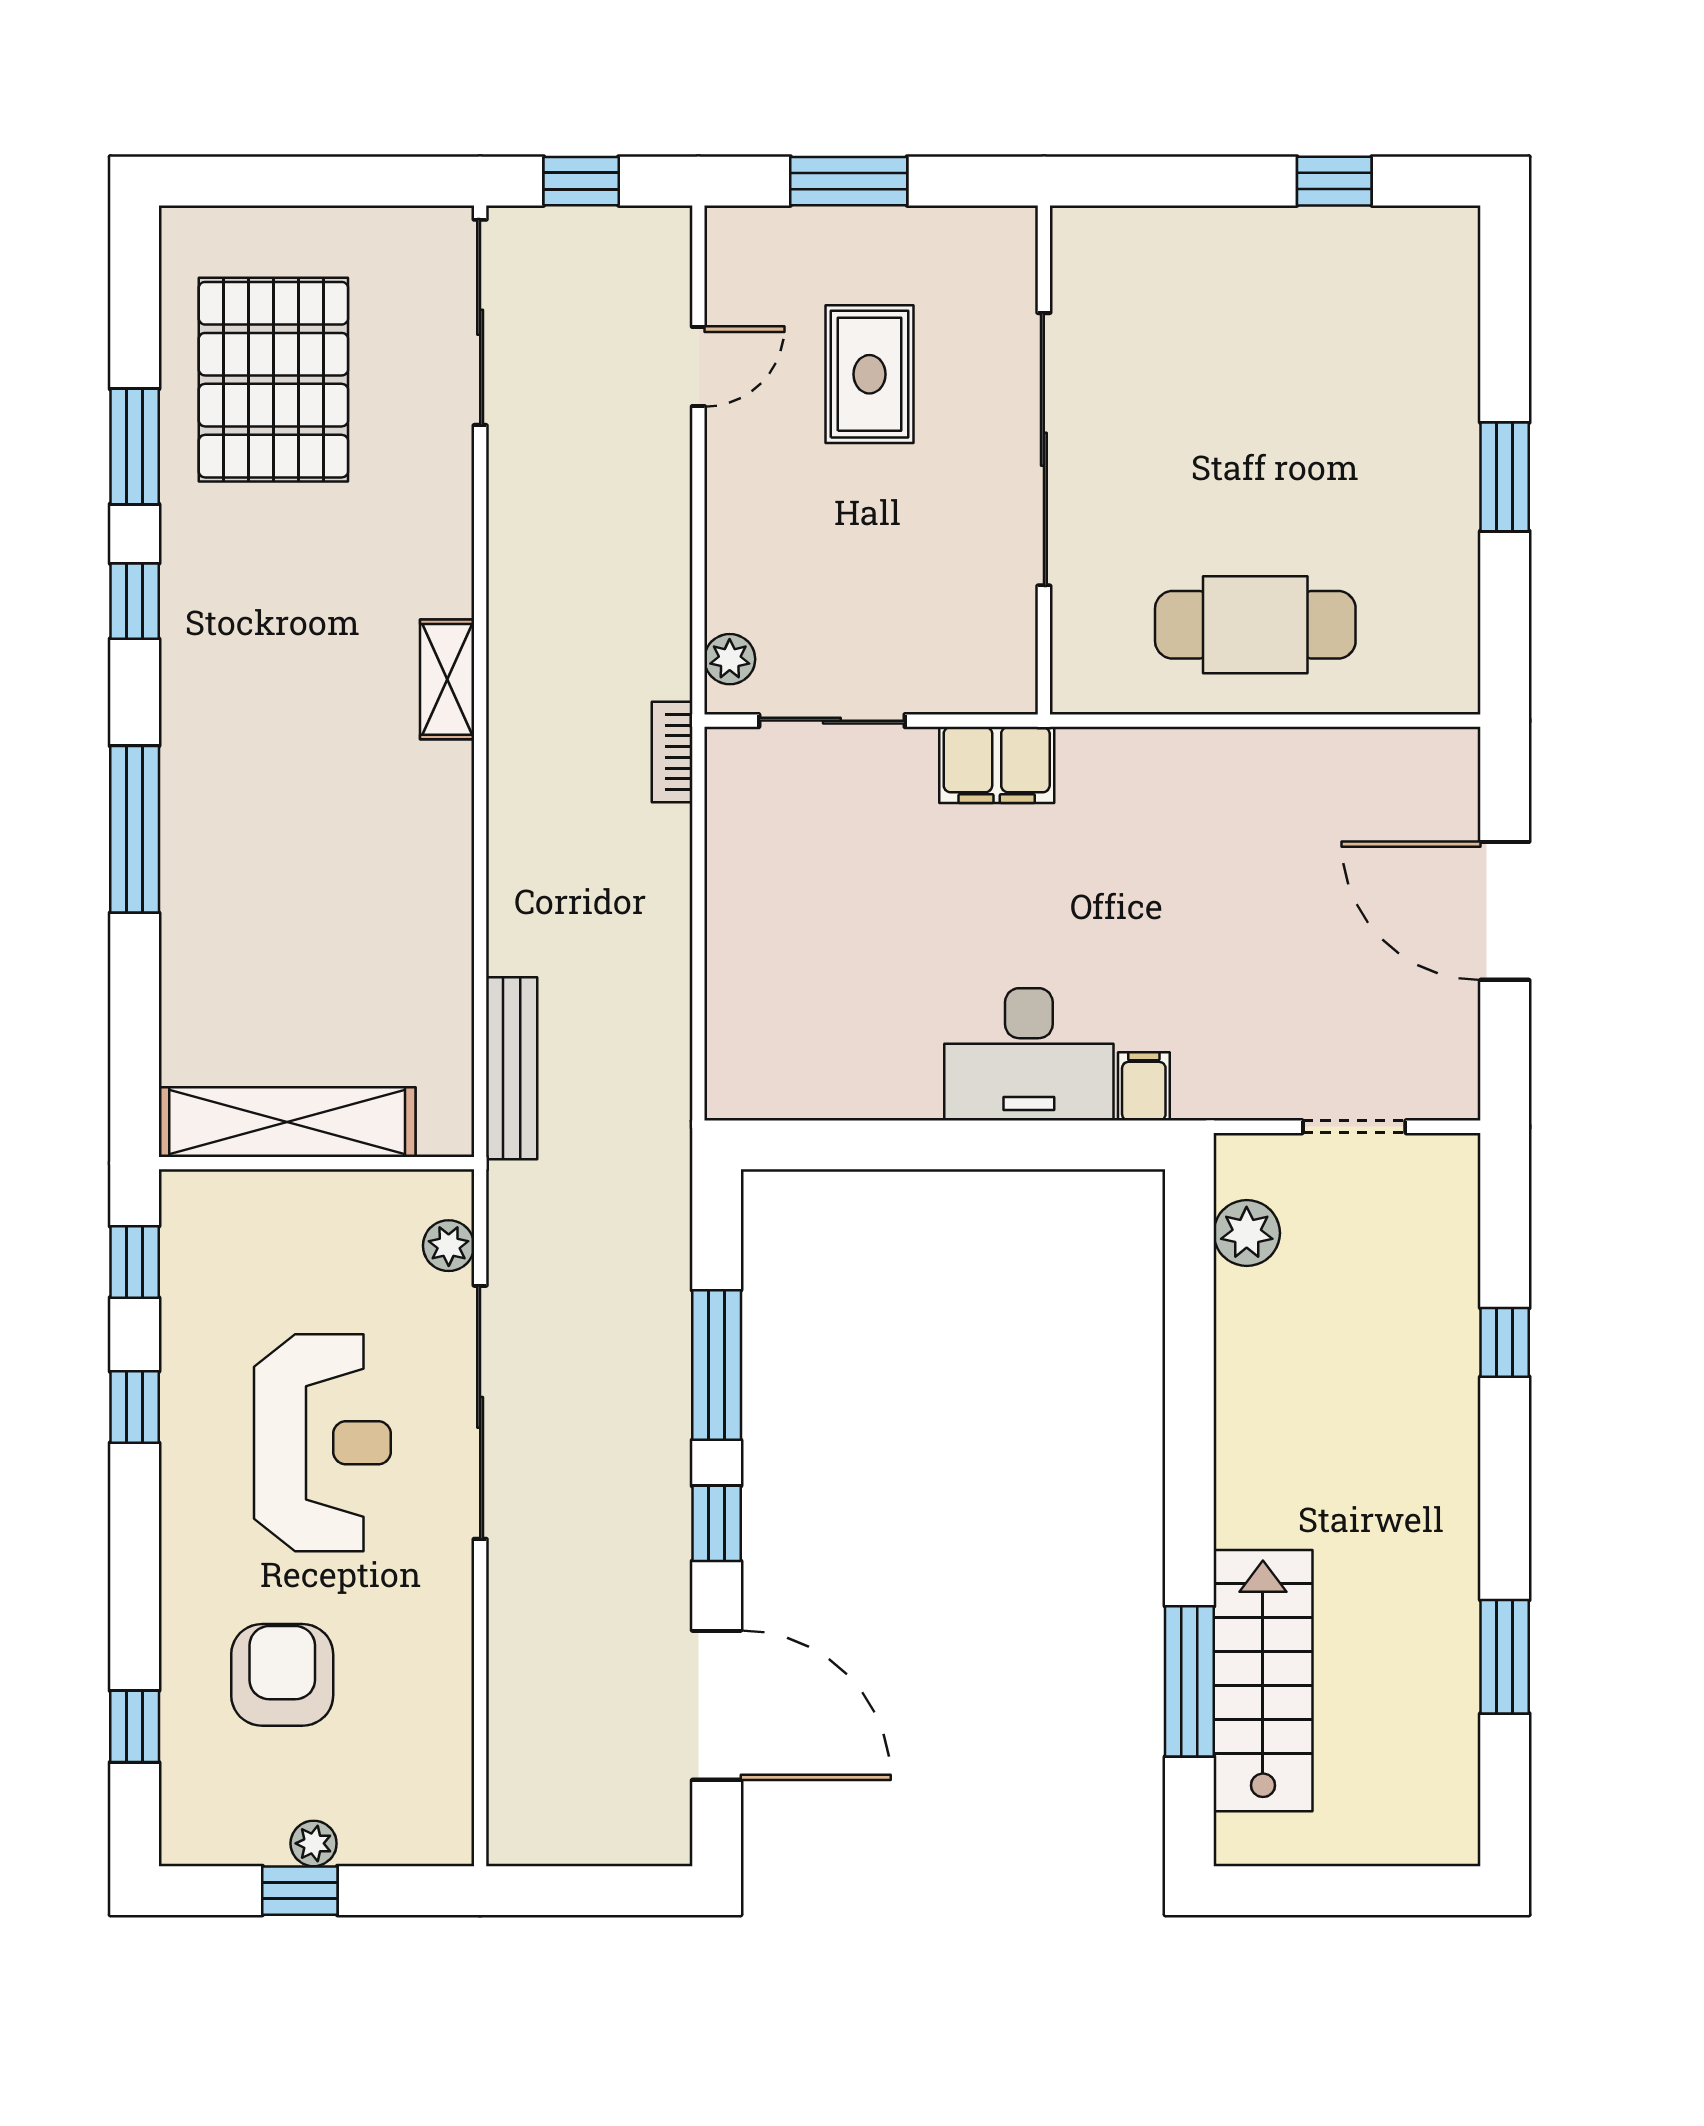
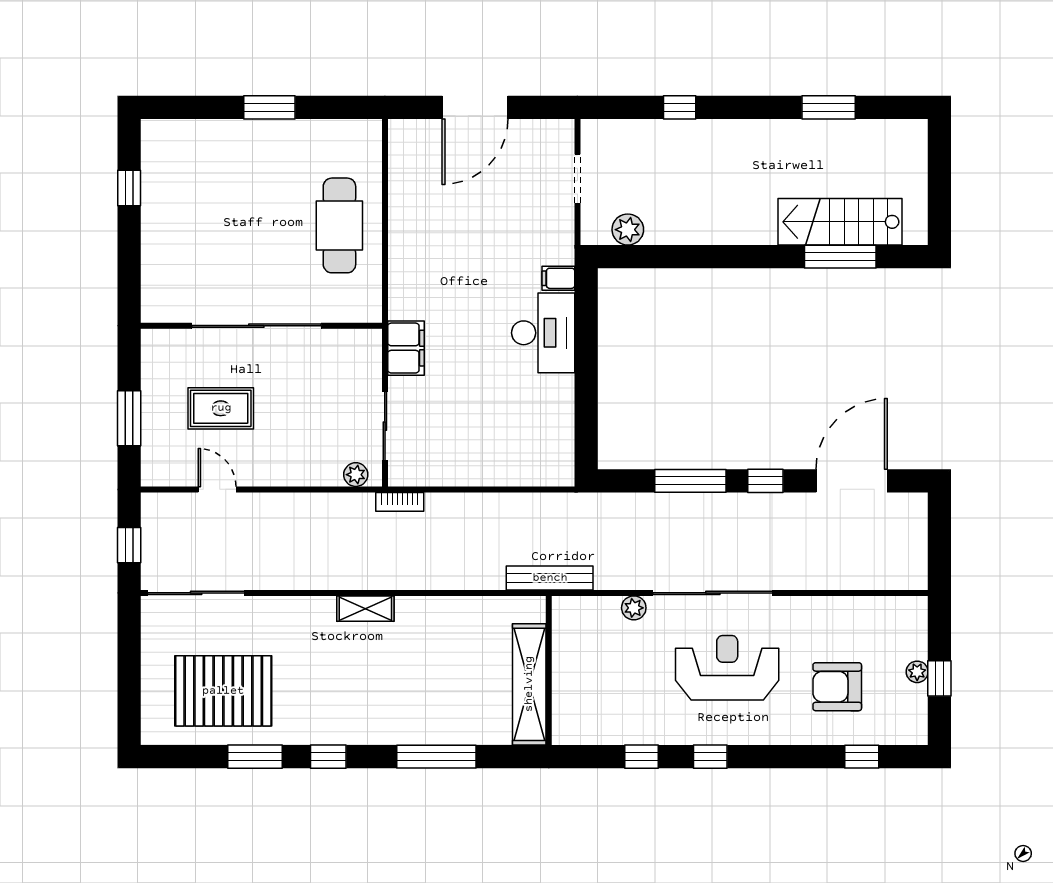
shelving: (287, 1122) -> (529, 684), moved
wall: (316, 1163) -> (549, 670), moved

